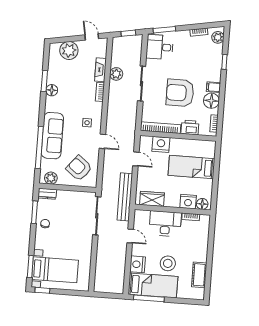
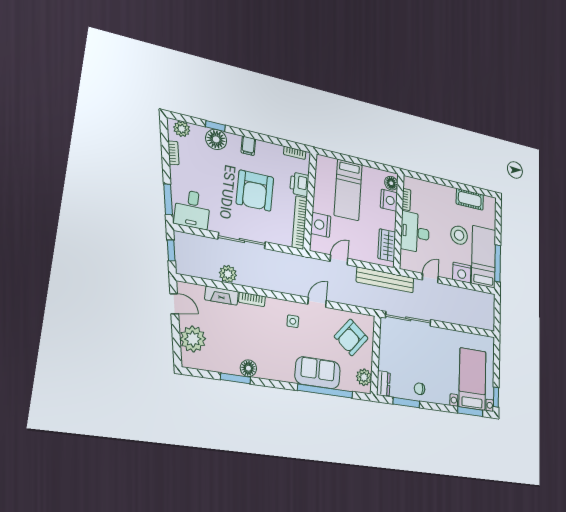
door: (92, 37) -> (174, 304), swing flipped
floor lamp: (211, 101) -> (216, 139), moved
sofa: (52, 136) -> (318, 373), width x0.73

